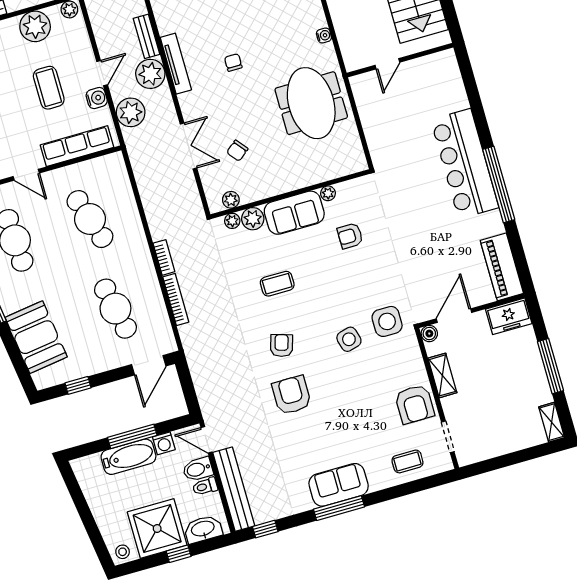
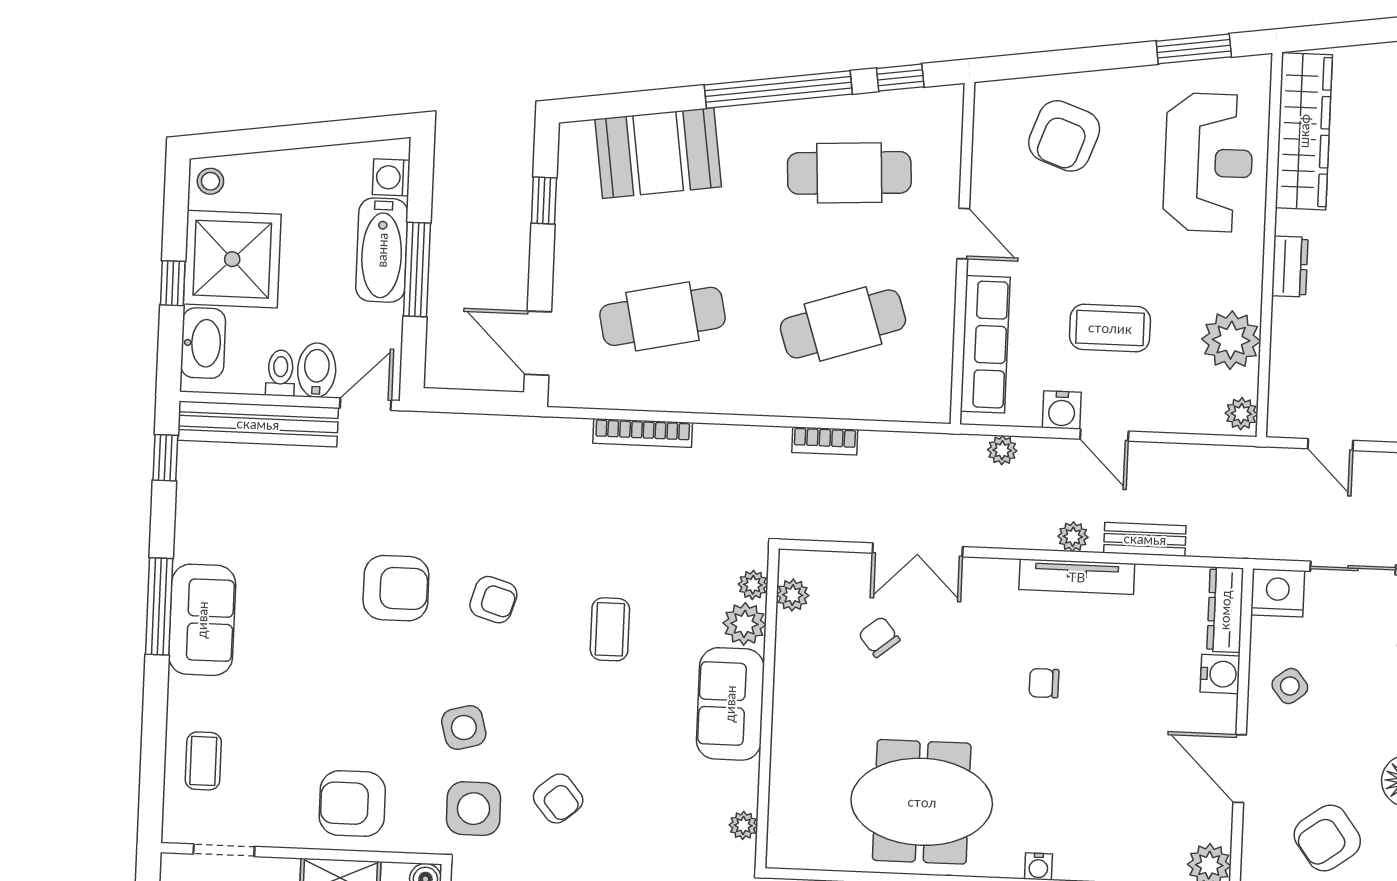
chair: (233, 62) -> (1044, 683), turned 180
plant: (150, 74) -> (1073, 537), width x0.53, depth x0.53
plant: (131, 112) -> (1002, 450), width x0.53, depth x0.53
door: (26, 175) -> (963, 234), swing flipped
plant: (328, 193) -> (743, 825), moved
armchair: (350, 236) -> (558, 798), moved, turned 140
bookcase: (164, 257) -> (825, 441), moved
armchair: (415, 404) -> (352, 804), moved
washing machine: (164, 443) -> (391, 177), moved

